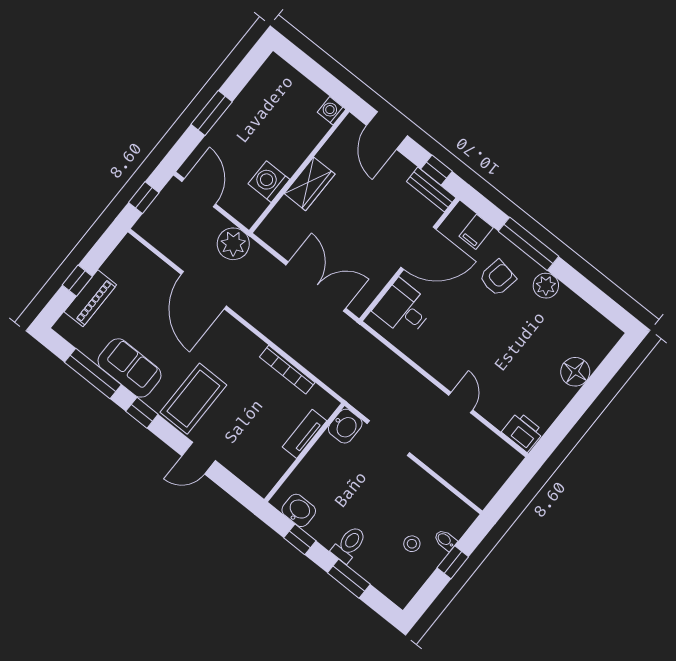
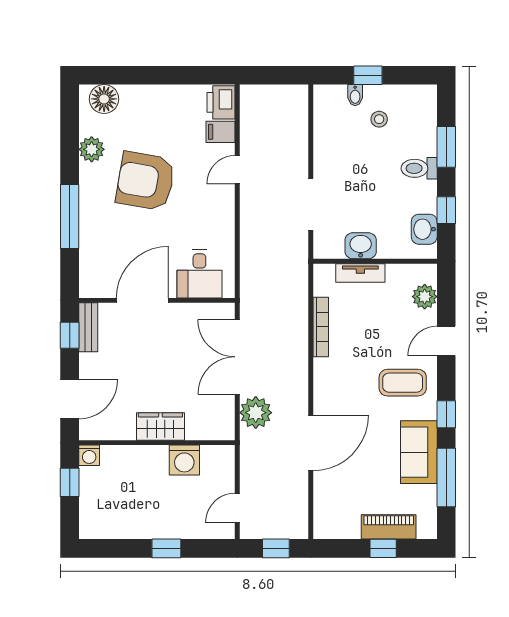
window: (323, 79) -> (70, 482), added
window: (212, 113) -> (166, 548), width x0.67
door: (199, 193) -> (237, 508), width x0.73
filing cabinet: (476, 232) -> (221, 132), moved, turned 180
plant: (233, 244) -> (256, 413), moved
door: (418, 248) -> (142, 300), hinge flipped
armchair: (498, 278) -> (145, 181), moved, width x1.88, depth x1.88
plant: (546, 286) -> (92, 149), moved
floor lamp: (575, 372) -> (104, 99), moved
coffee table: (193, 399) -> (403, 383), width x0.73, depth x0.76
washbasin: (345, 426) -> (361, 246), moved
door: (199, 458) -> (446, 341), swing flipped
plant: (246, 469) -> (425, 297), added

